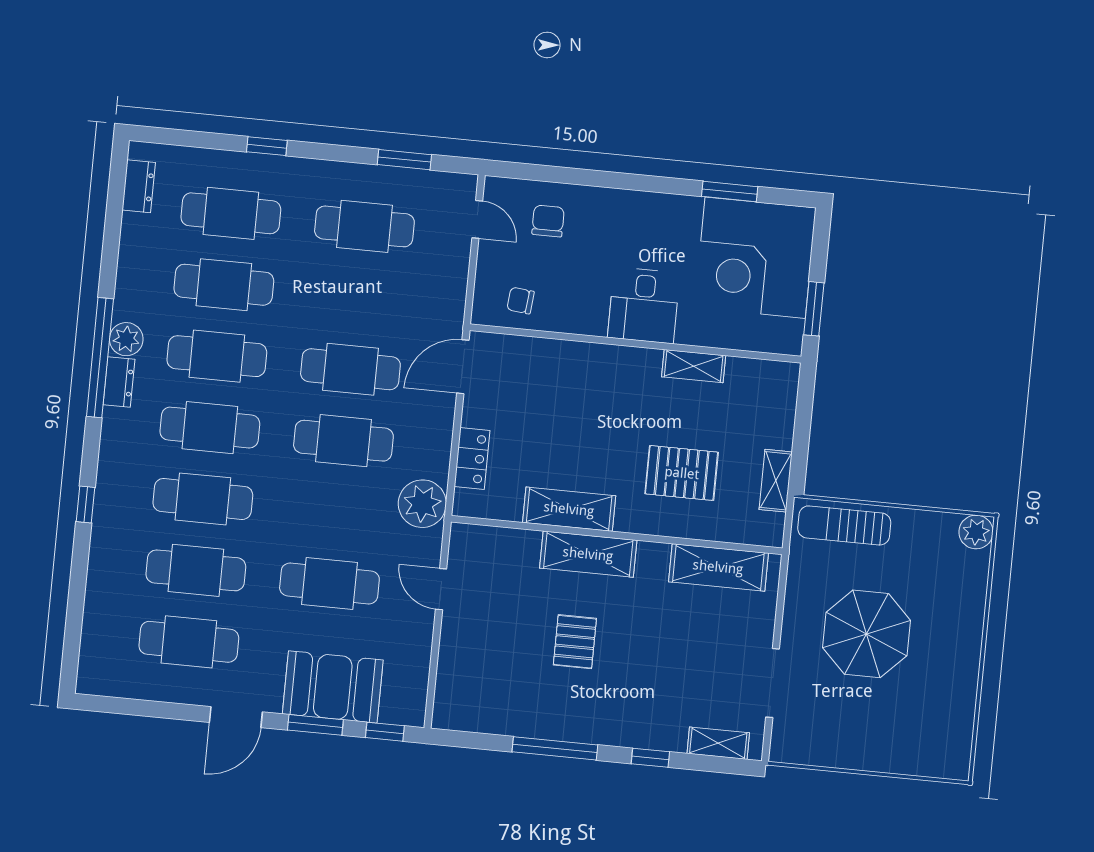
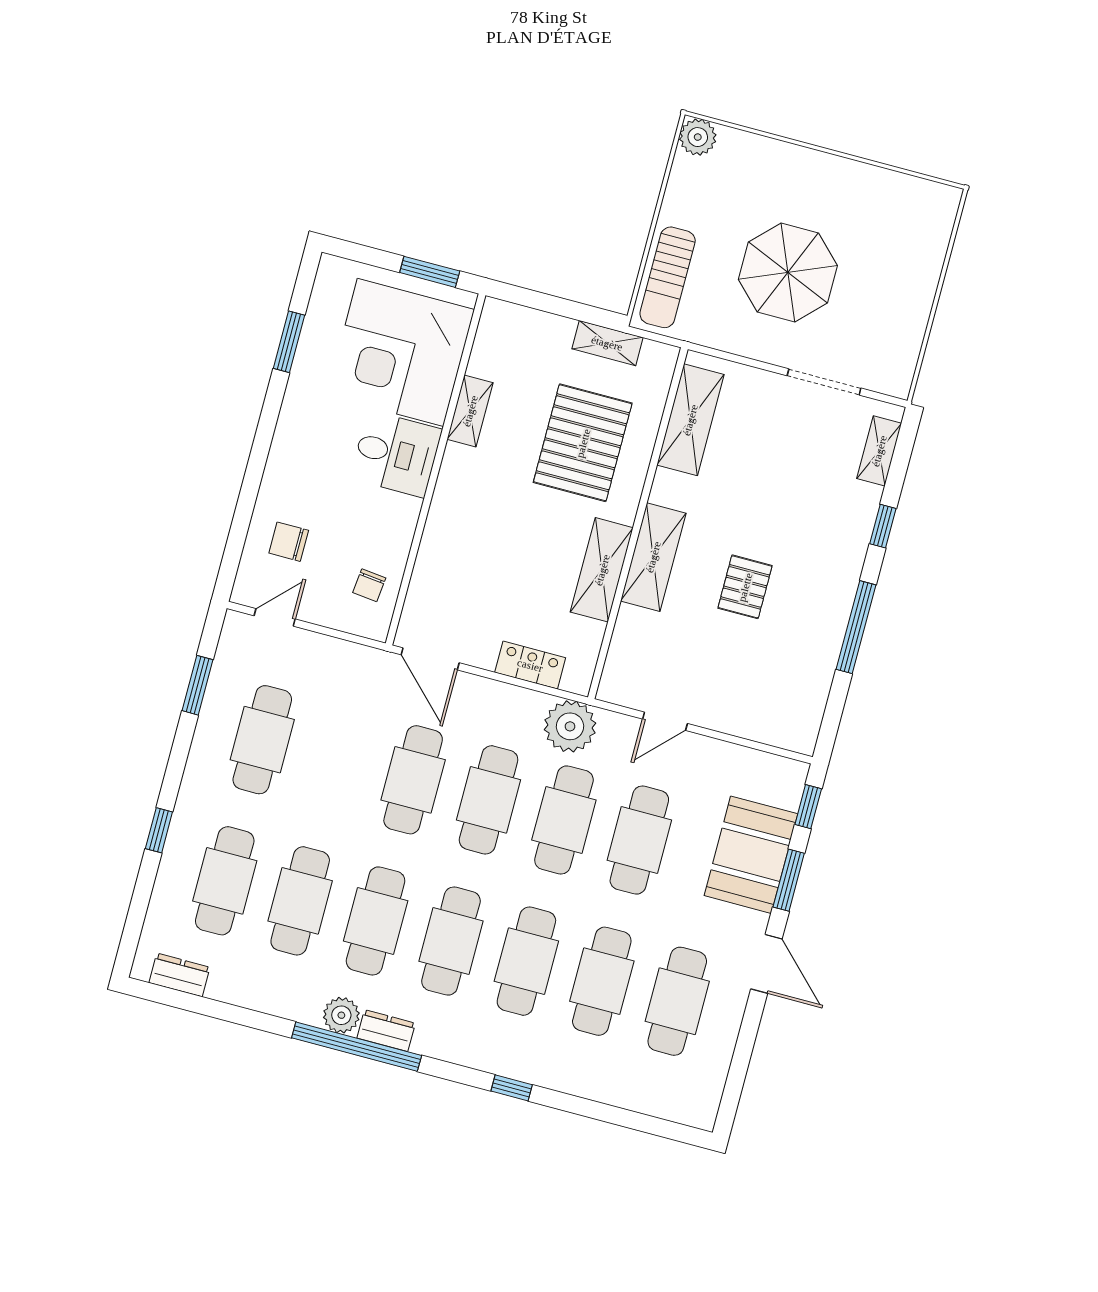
corner desk: (755, 258) -> (400, 352), moved, turned 90
pallet: (682, 473) -> (583, 443), width x1.37, depth x1.41
cafe table: (336, 512) -> (564, 820), added
pallet: (575, 642) -> (745, 587), turned 90

